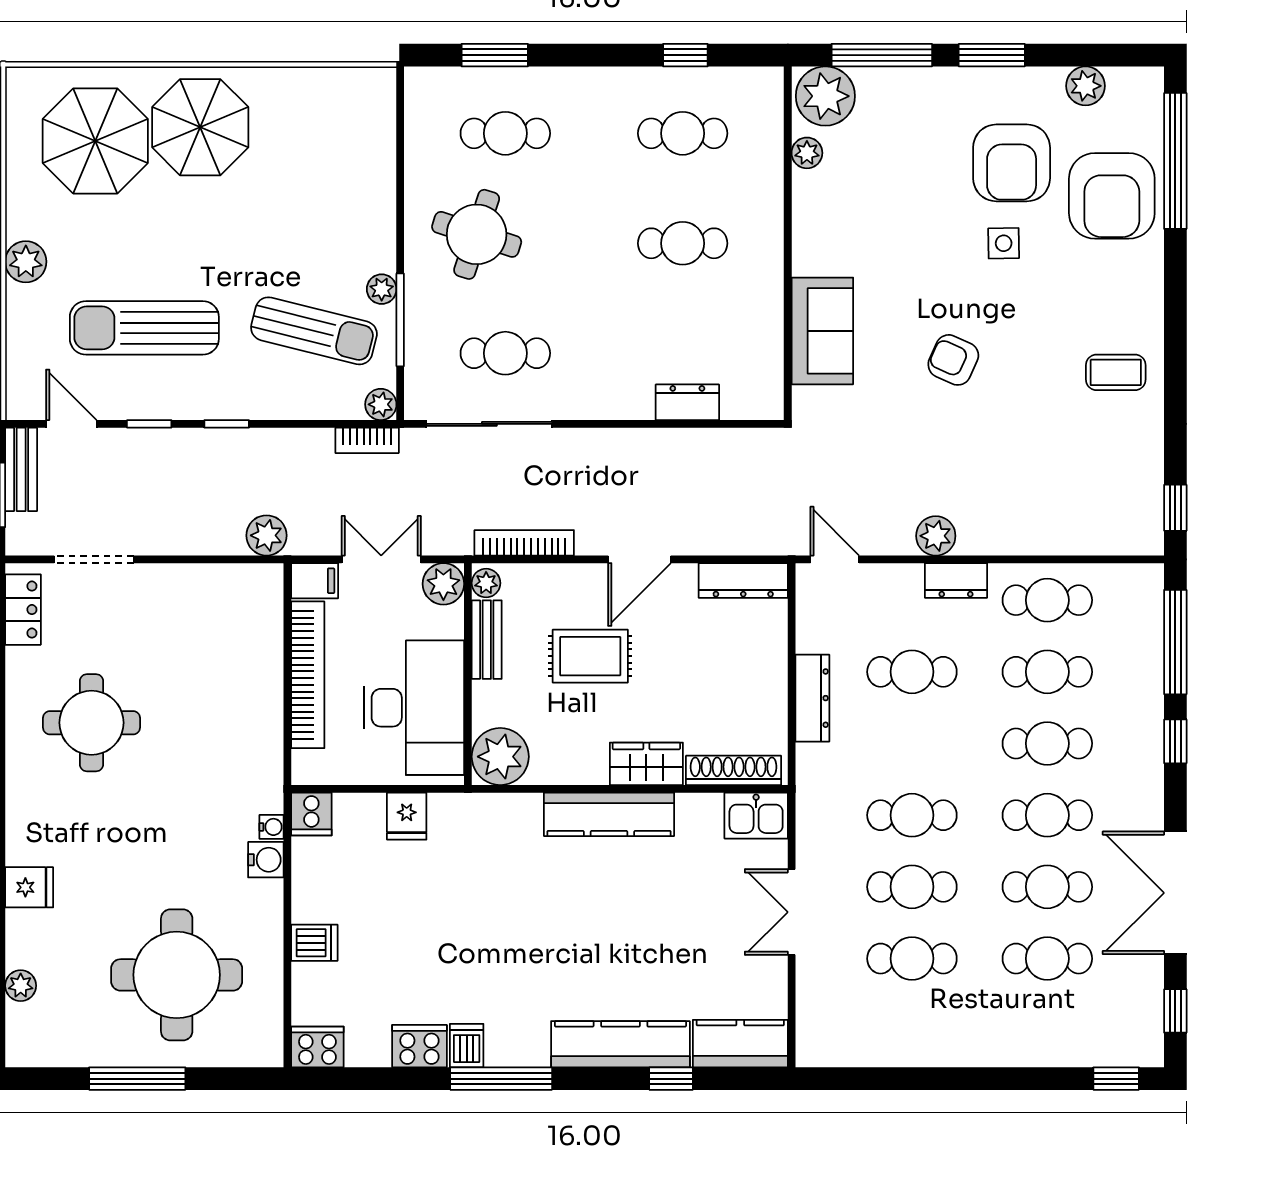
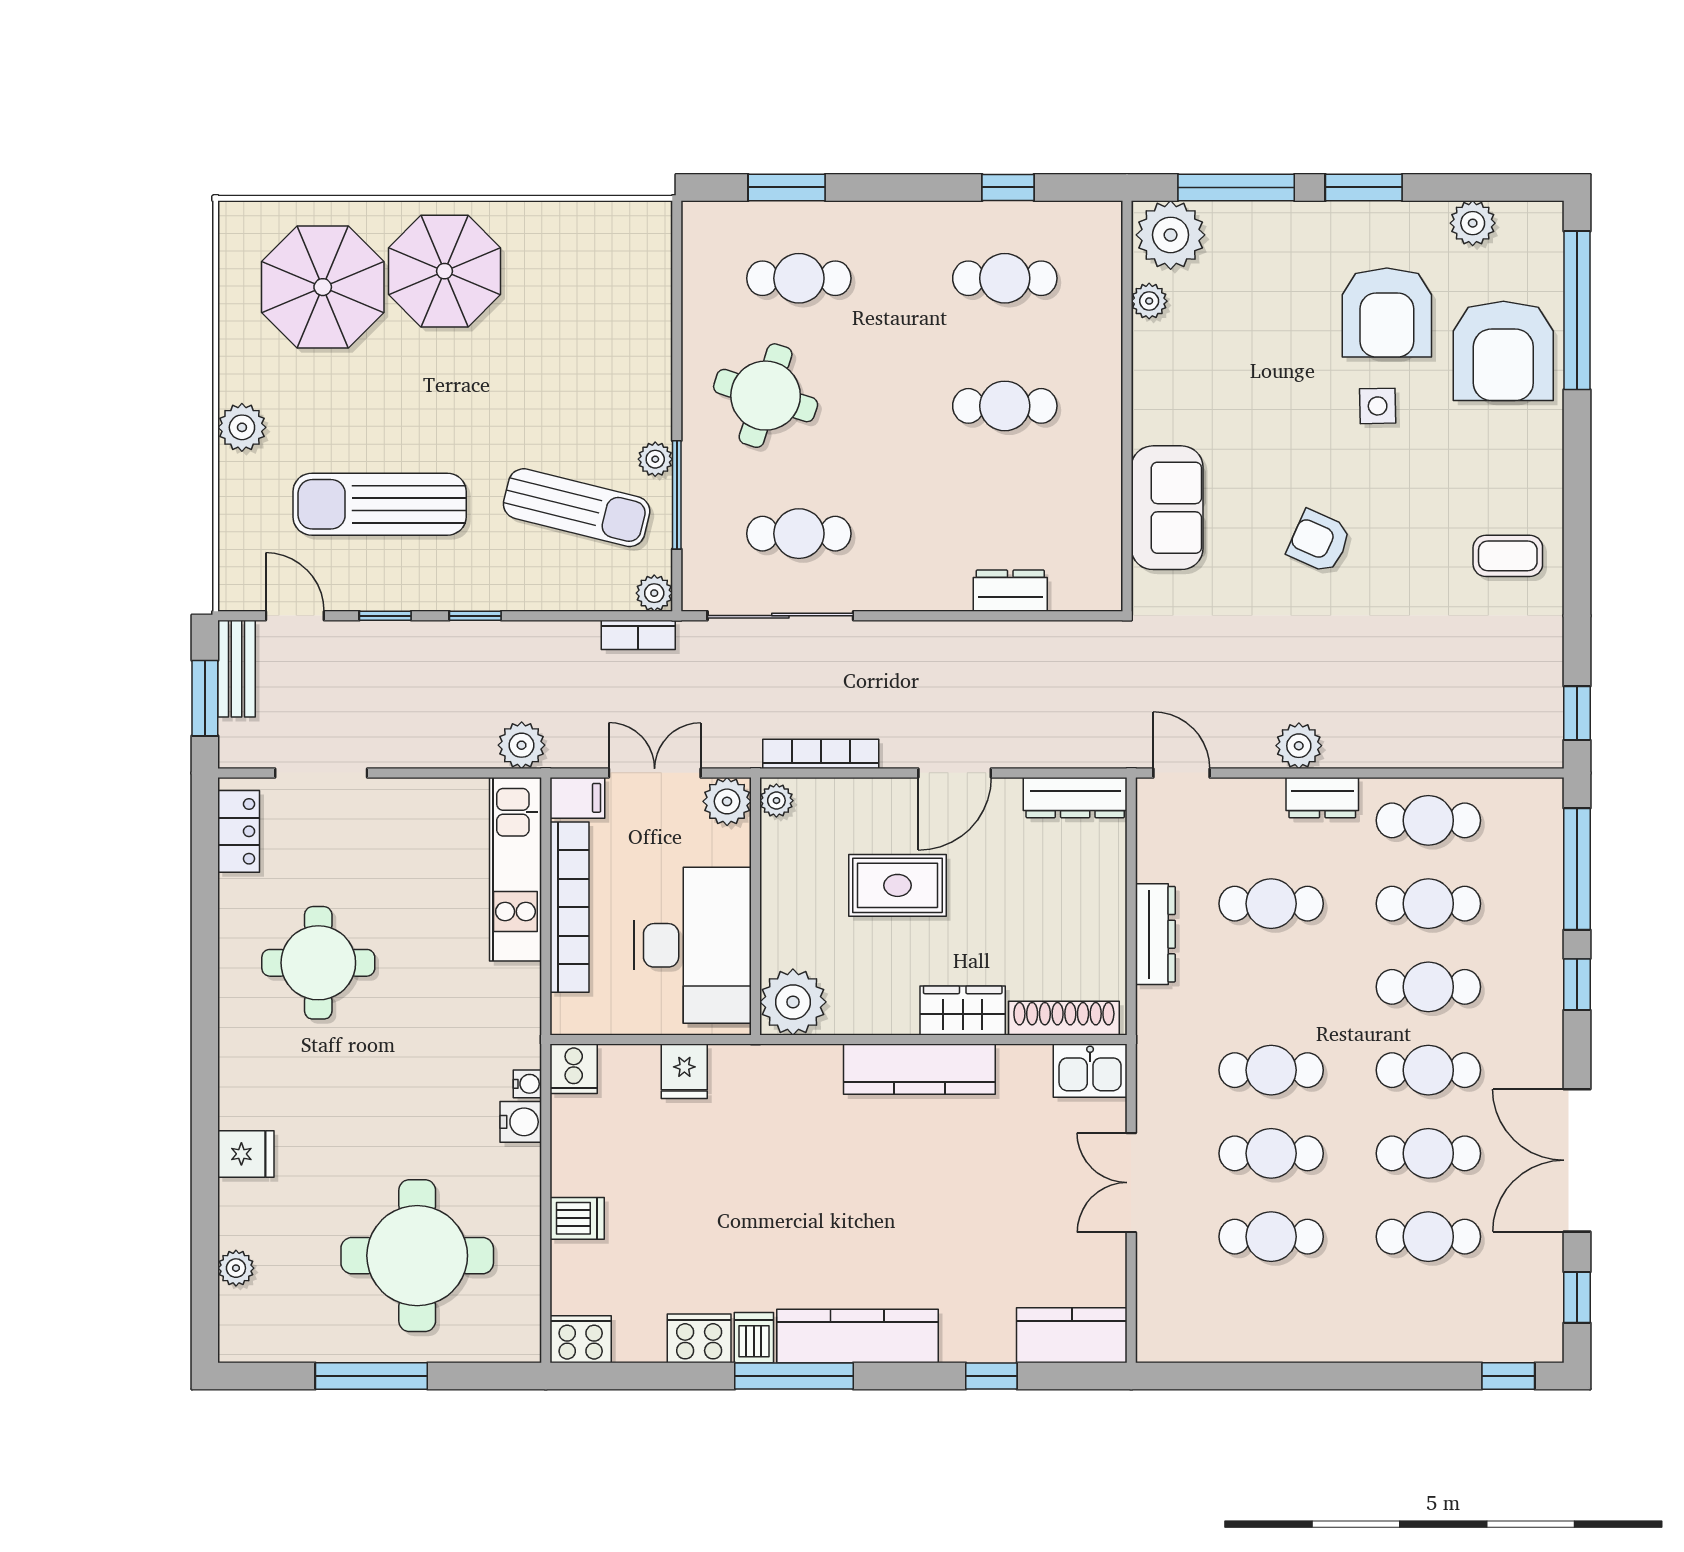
bench: (487, 640) -> (777, 866), removed
kitchen unit: (261, 642) -> (515, 869), added
kitchen counter: (620, 1044) -> (858, 1336), moved

